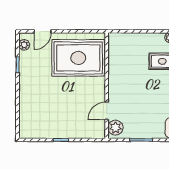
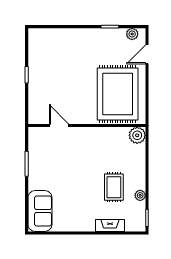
door: (43, 31) -> (147, 54), hinge flipped
plant: (115, 128) -> (137, 135), moved

